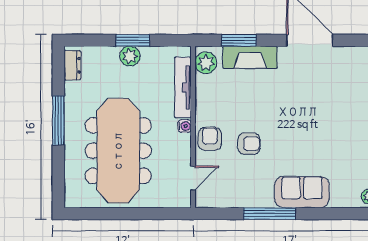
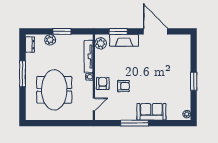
plant: (130, 56) -> (50, 40), moved
meeting table: (118, 151) -> (54, 90), width x0.73

